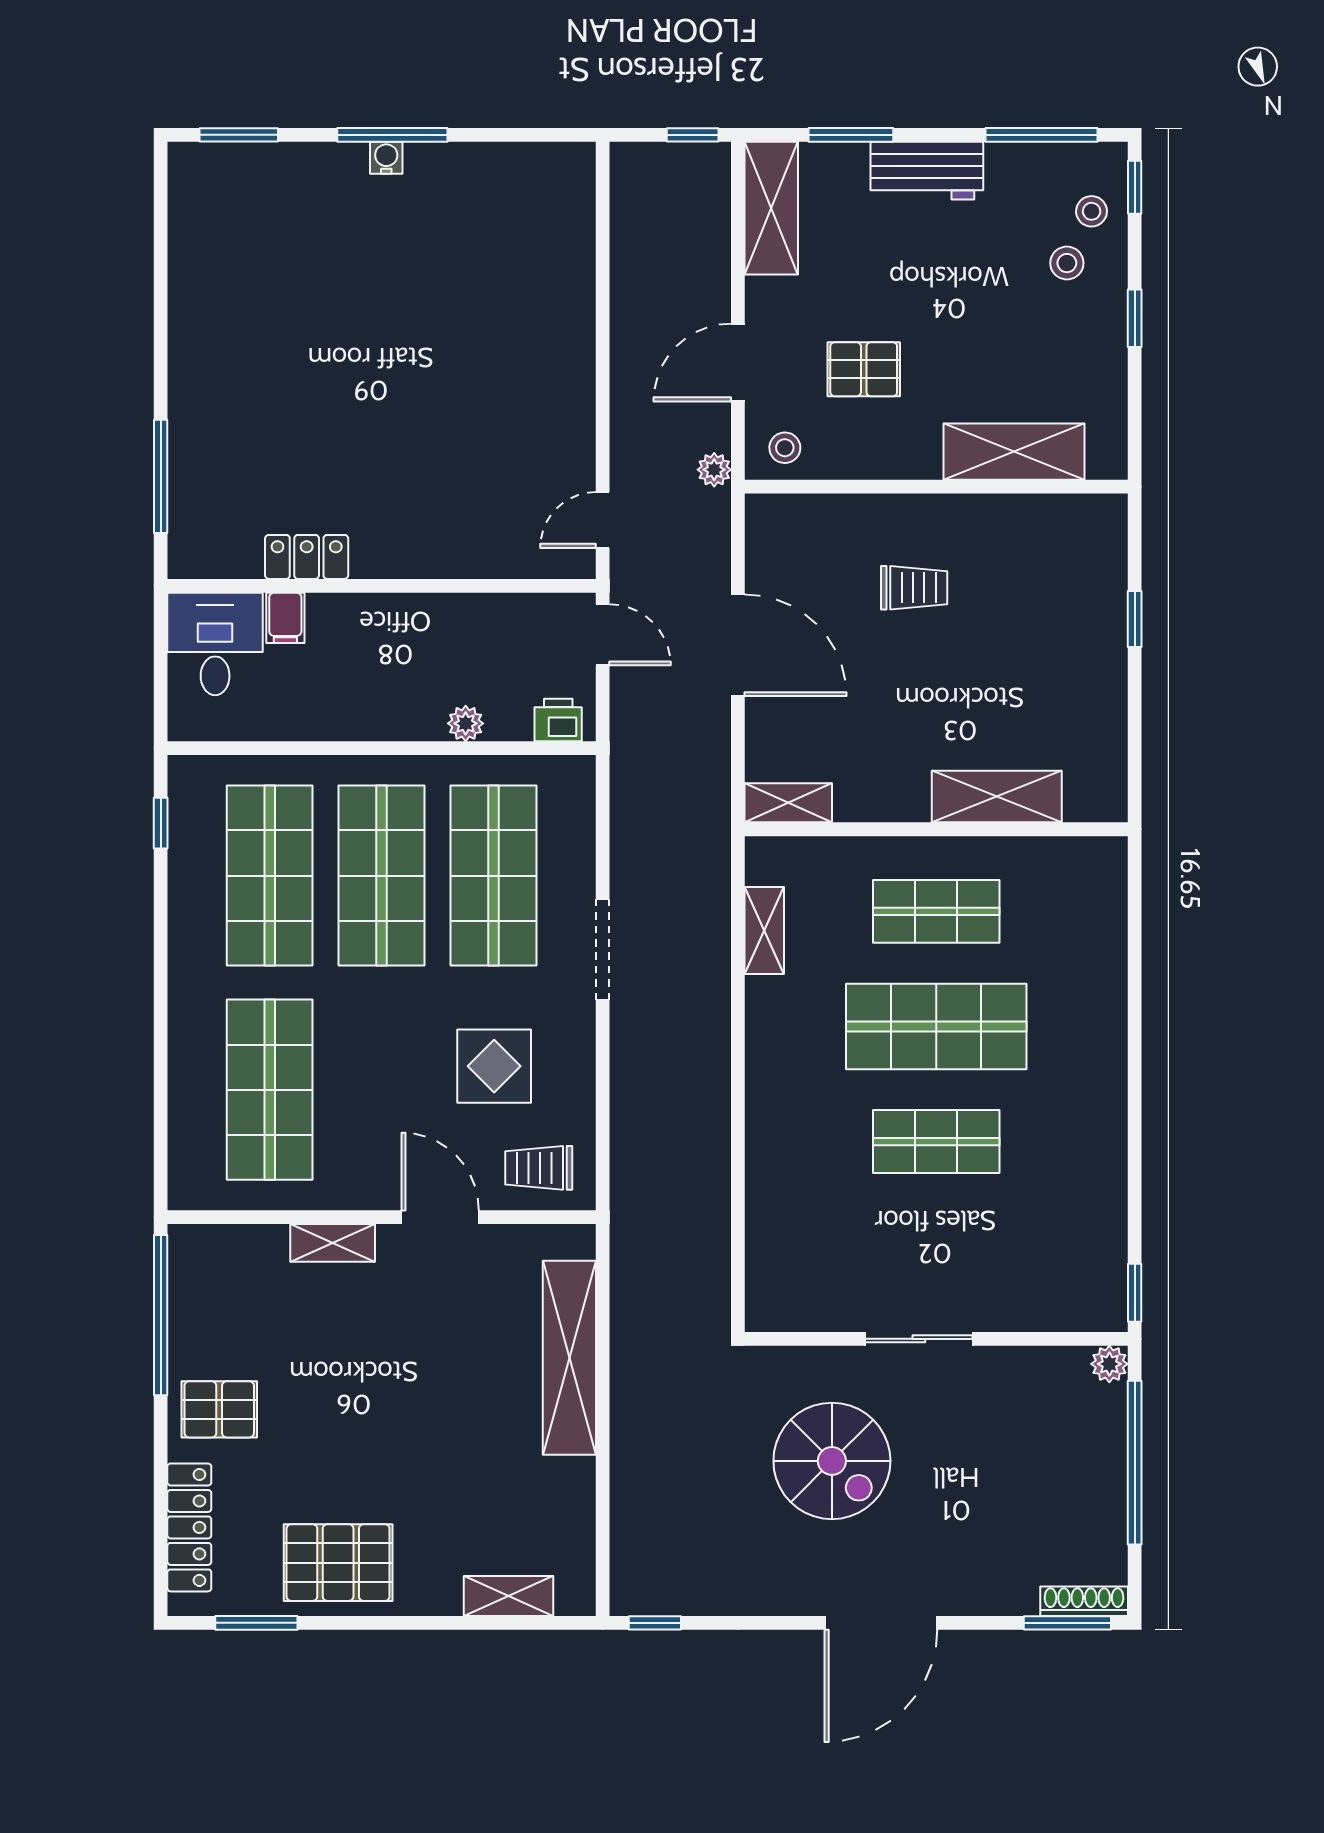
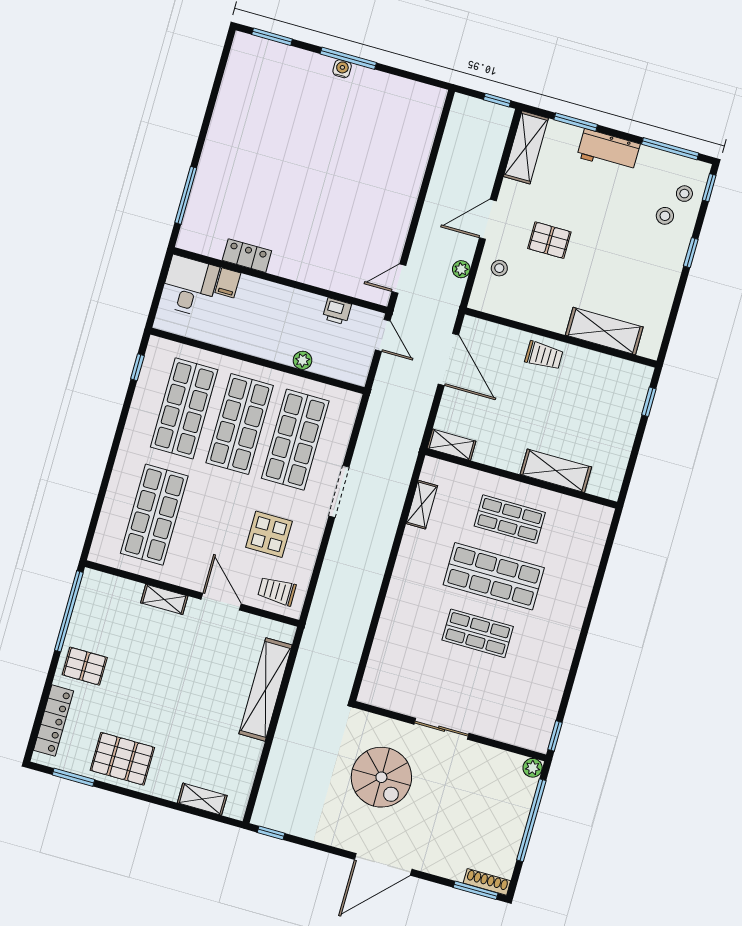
shelving: (1014, 452) -> (604, 331), moved
wall: (936, 487) -> (561, 338), moved
printer: (558, 720) -> (337, 311), moved, turned 180

